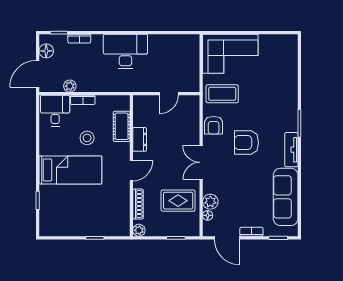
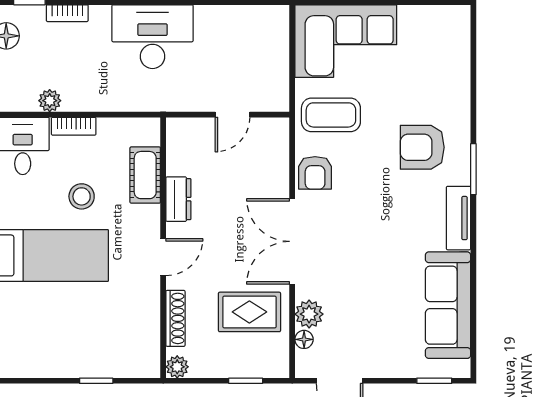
armchair: (246, 142) -> (422, 147), moved
double door: (201, 162) -> (292, 241), width x1.37
bookcase: (251, 232) -> (385, 370), removed

